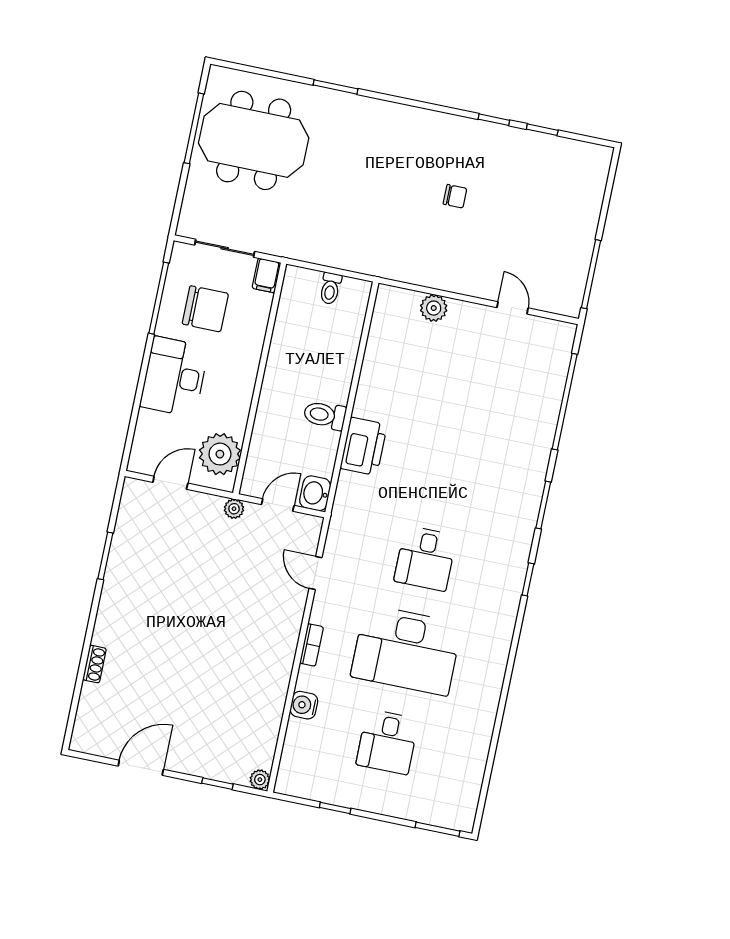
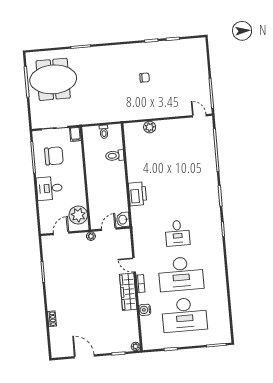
door: (512, 308) -> (199, 116), moved
desk: (174, 377) -> (49, 188), width x0.73
toilet: (325, 415) -> (115, 156), moved
door: (316, 573) -> (134, 265), moved
wardrobe: (279, 655) -> (128, 292), added
desk: (387, 742) -> (184, 315), width x1.87, depth x1.30
door: (141, 768) -> (84, 356), hinge flipped

